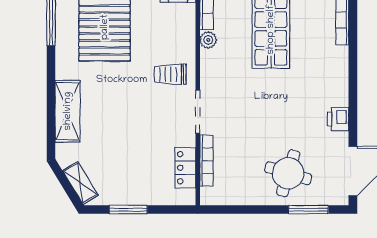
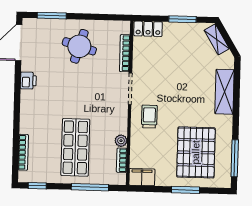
trolley: (170, 74) -> (149, 117), turned -90
locker: (185, 168) -> (148, 29), moved, turned 90
round table: (288, 173) -> (79, 46), moved

